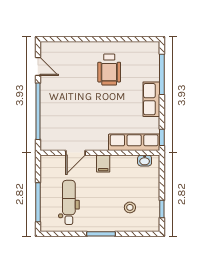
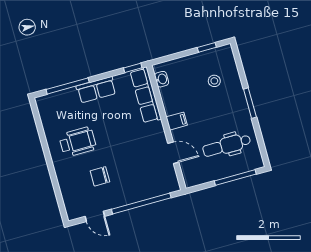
door: (38, 66) -> (95, 216), swing flipped
chair: (73, 81) -> (100, 176), added

